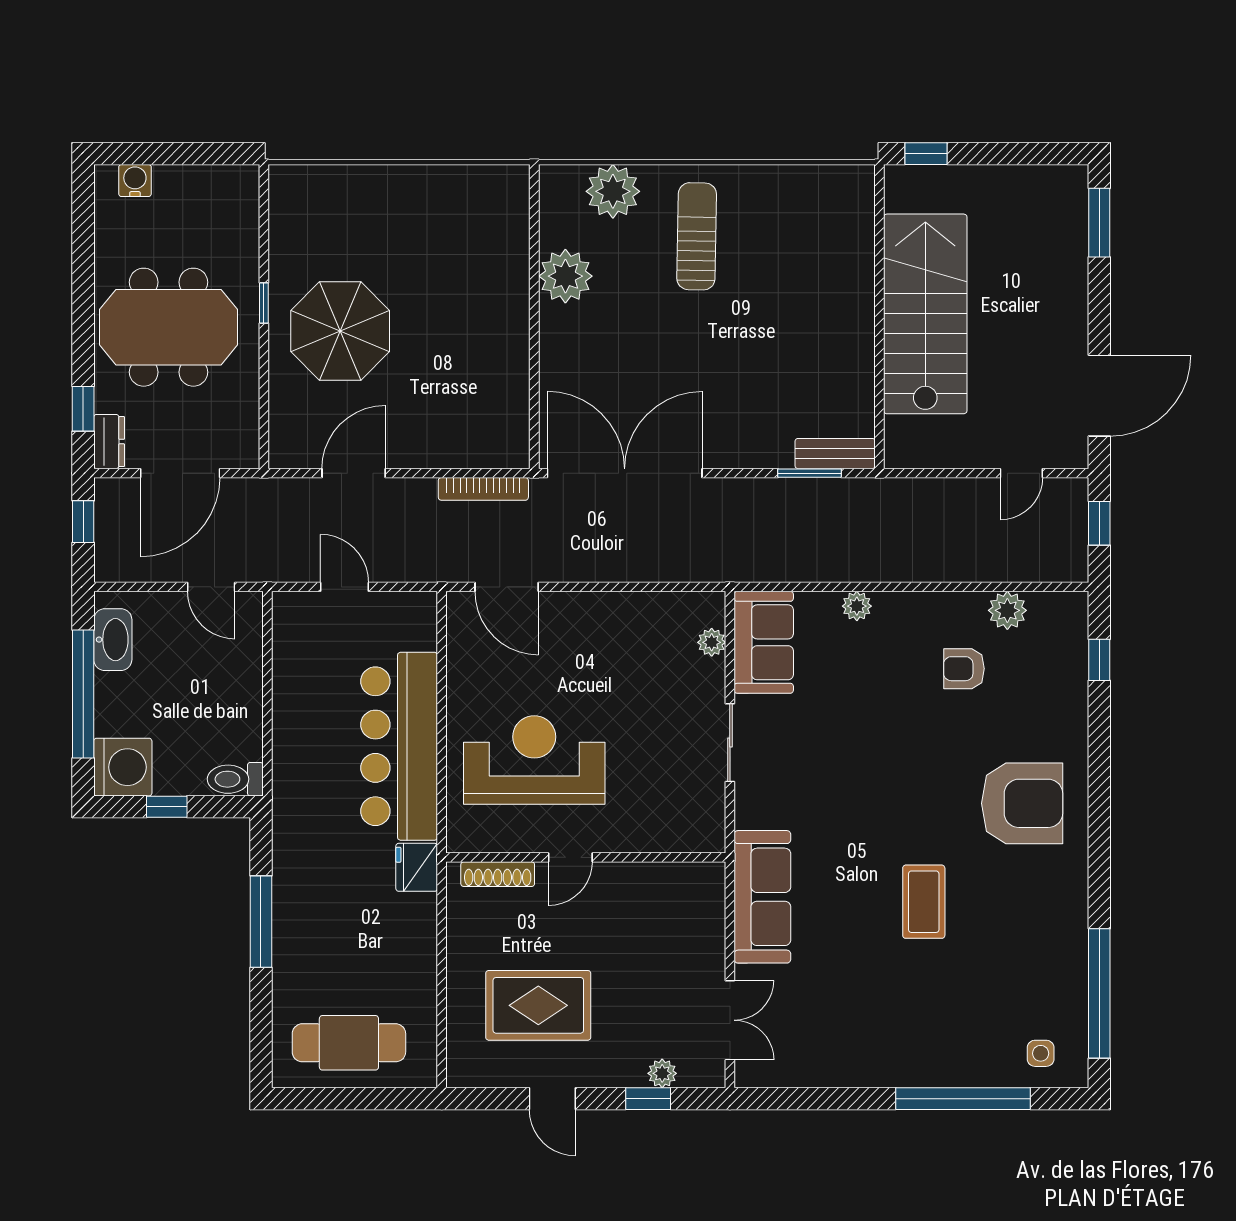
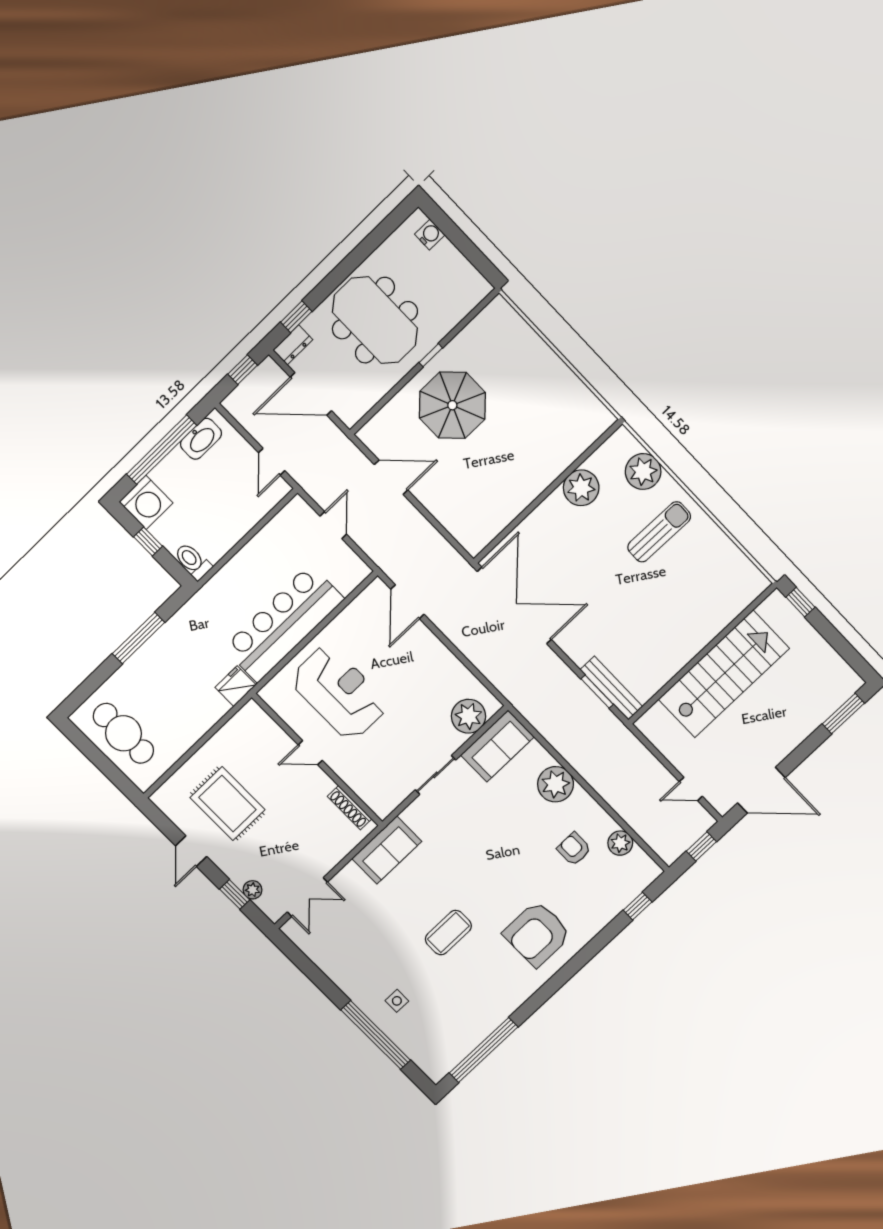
bench: (835, 454) -> (611, 688), width x1.36
bookcase: (483, 489) -> (443, 546), removed
plant: (857, 606) -> (556, 784), width x1.88, depth x1.88
plant: (712, 642) -> (469, 716), width x1.88, depth x1.88
armchair: (1022, 803) -> (537, 934), turned 90
shoe rack: (498, 874) -> (350, 808), moved
sofa: (762, 897) -> (387, 850), width x0.73
side table: (1041, 1053) -> (397, 1001), moved

